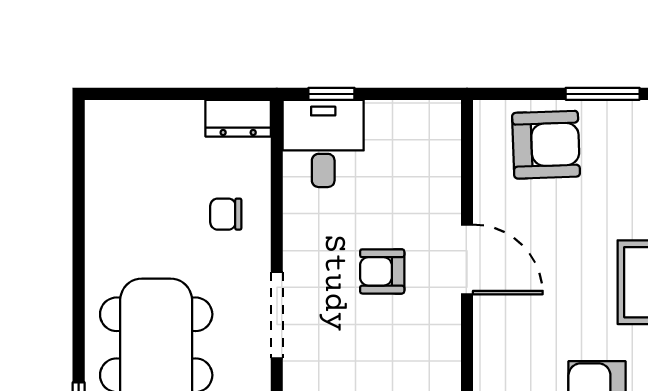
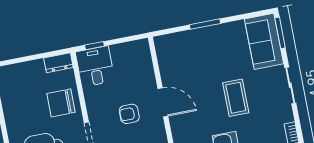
armchair: (546, 145) -> (186, 49), removed
chair: (226, 214) -> (61, 103), width x1.87, depth x1.87

